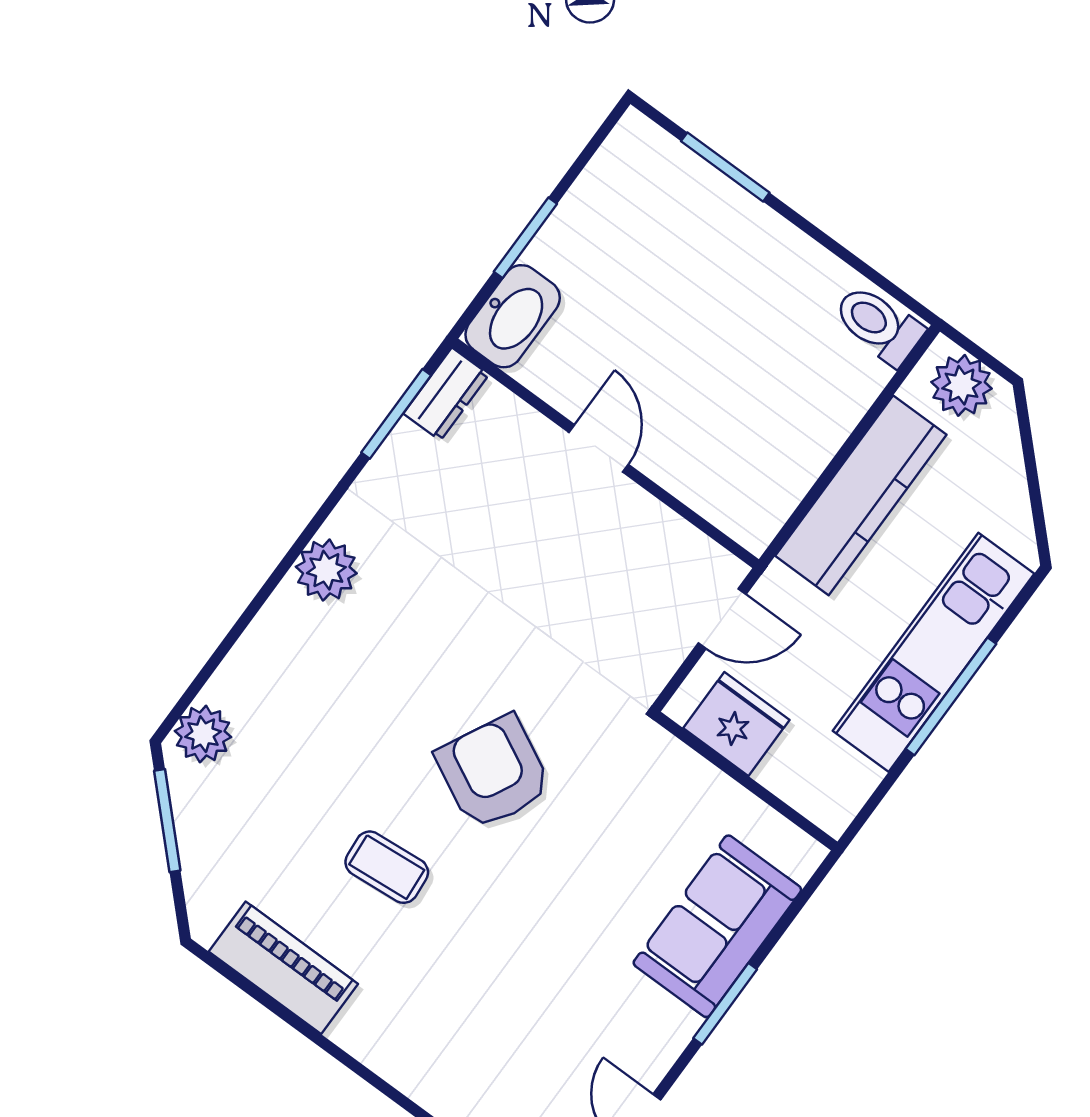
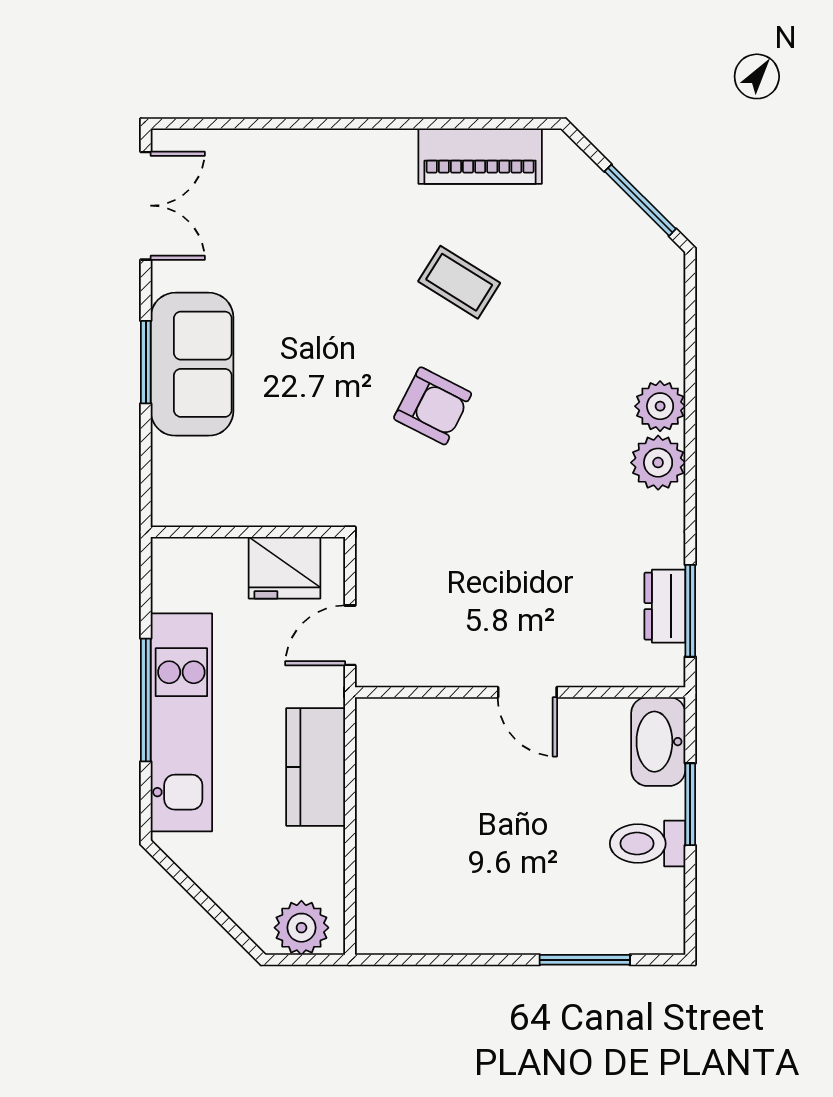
toilet: (878, 325) -> (648, 844), moved, turned 180
dresser: (446, 394) -> (665, 606), moved
kitchen counter: (861, 495) -> (316, 767), width x0.67
plant: (203, 734) -> (660, 406), moved
armchair: (494, 772) -> (433, 406), width x0.72, depth x0.72
coffee table: (387, 867) -> (459, 282), turned 37
sofa: (717, 926) -> (192, 364), moved

